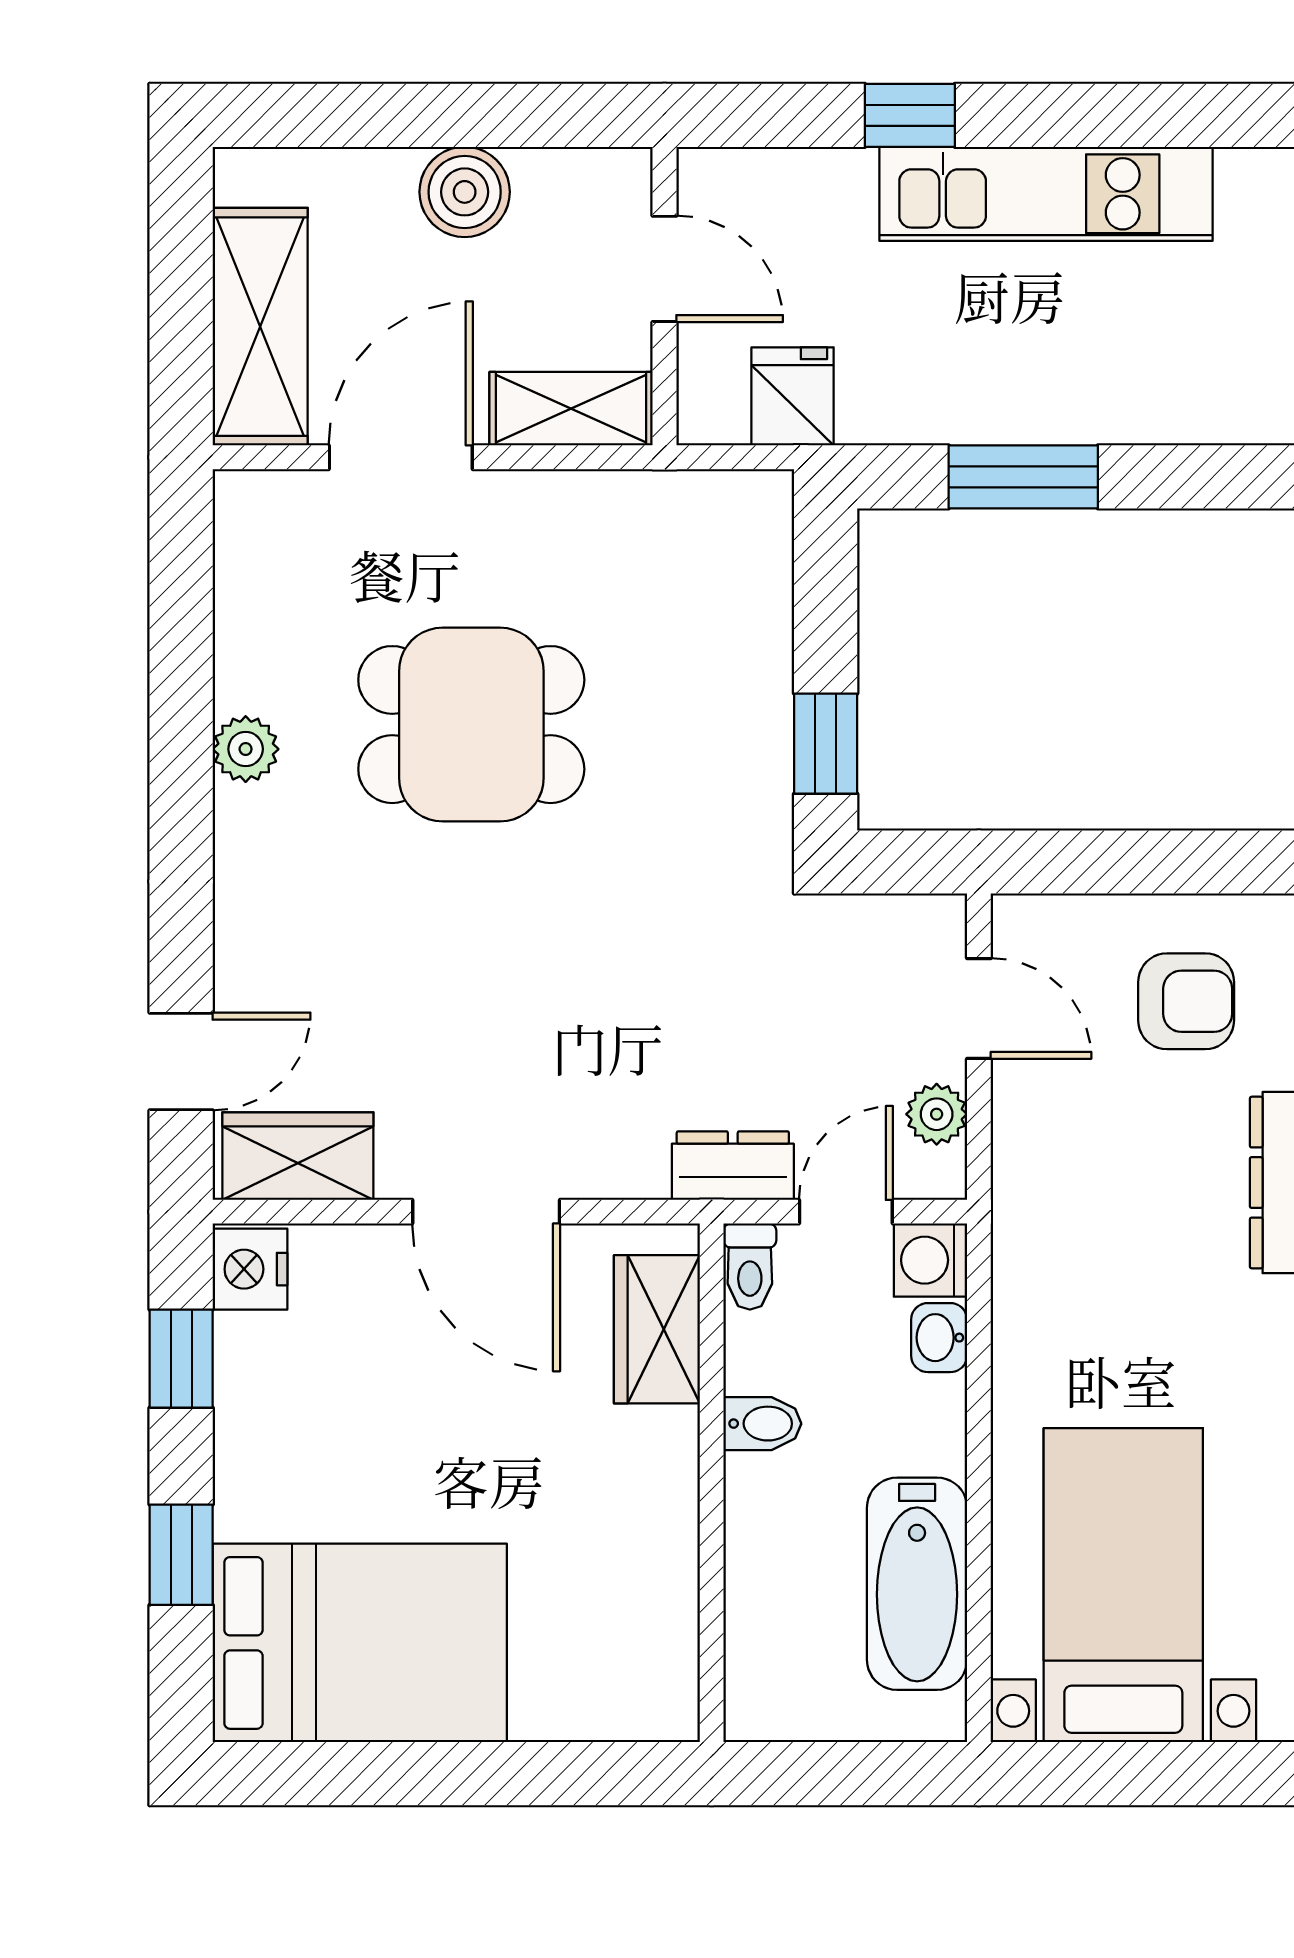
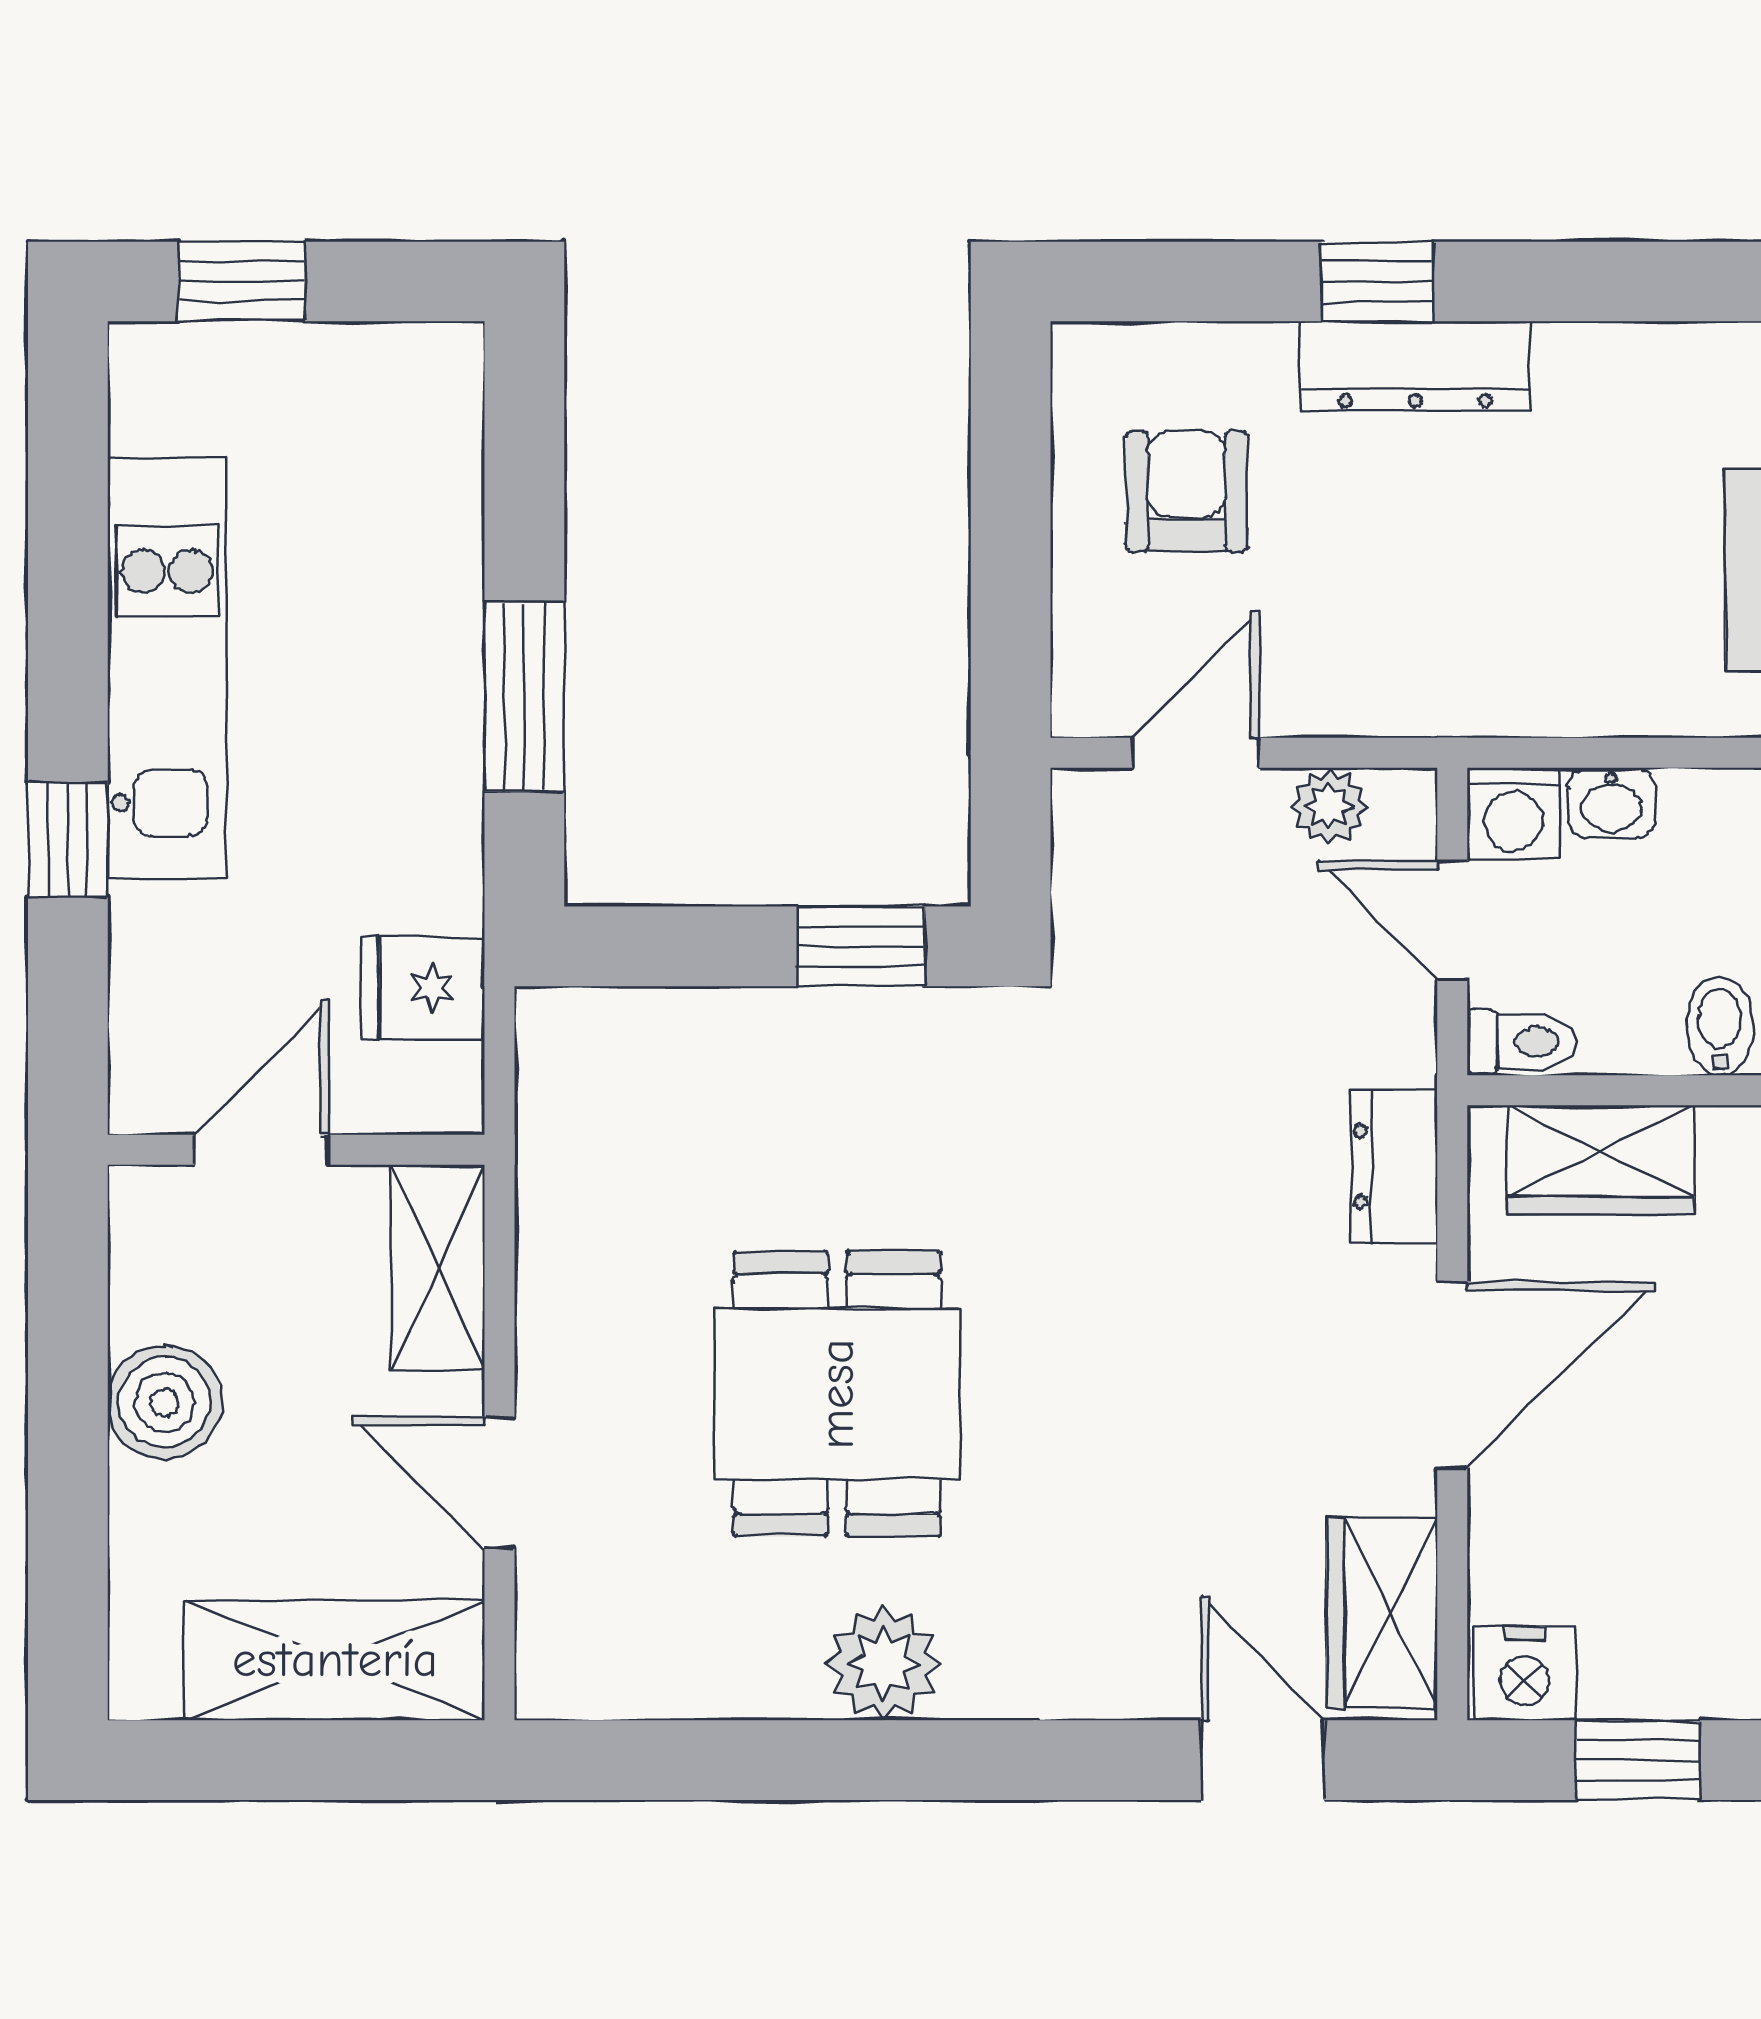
door: (401, 457) -> (500, 1483), width x0.73
plant: (246, 749) -> (884, 1663), width x1.38, depth x1.38
dresser: (733, 1166) -> (1394, 1167), moved

